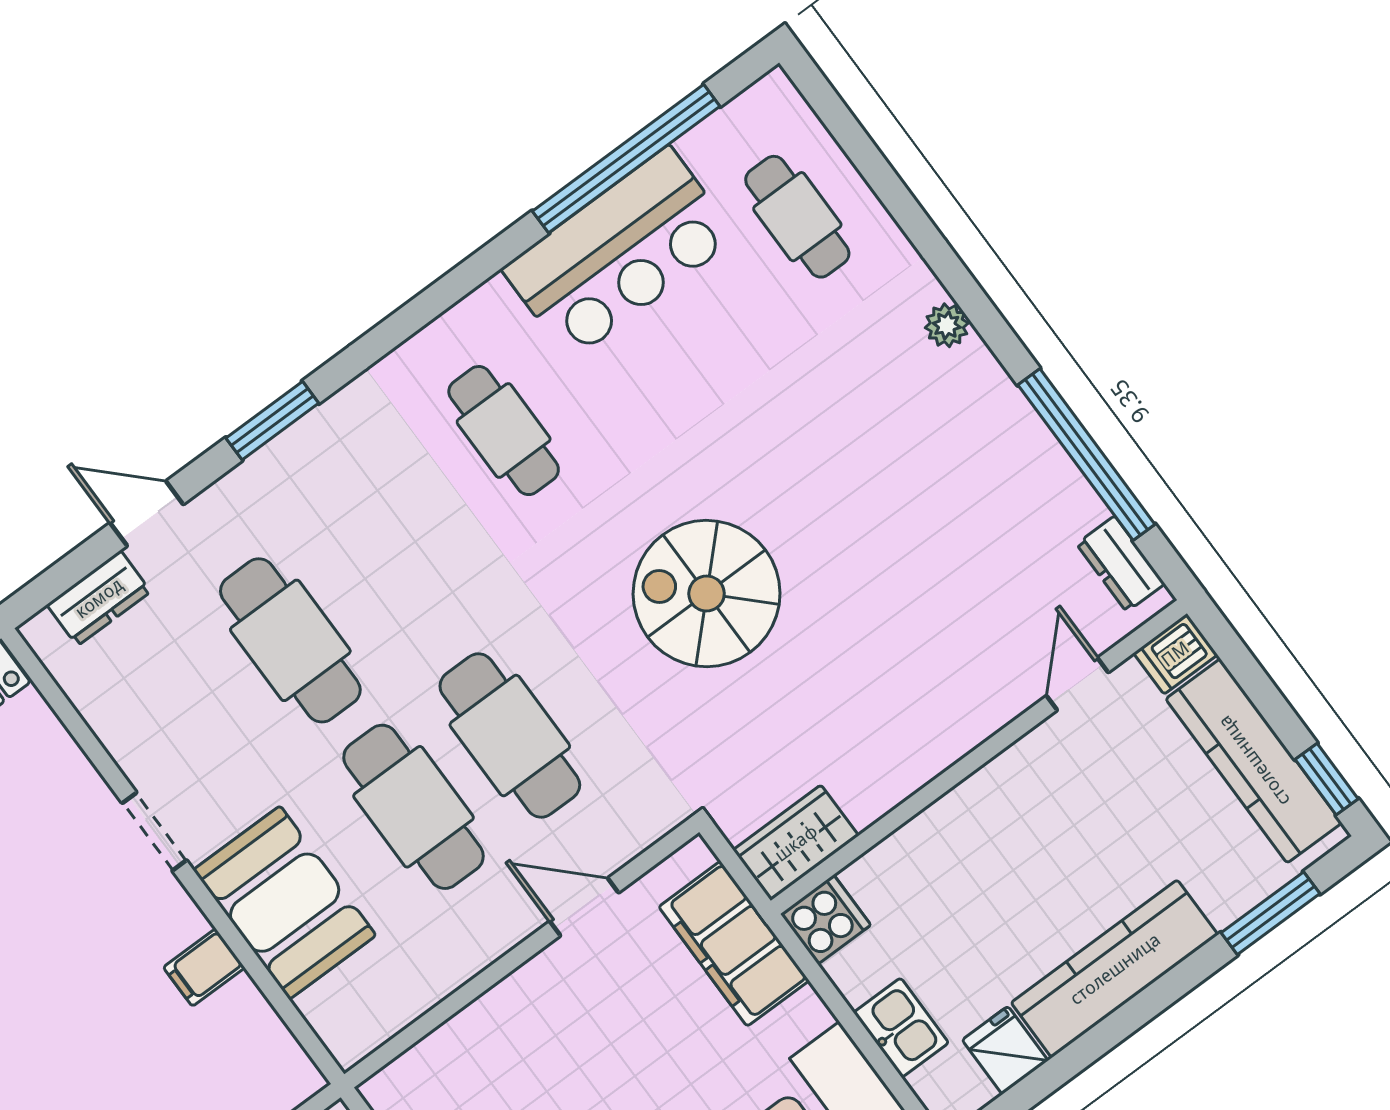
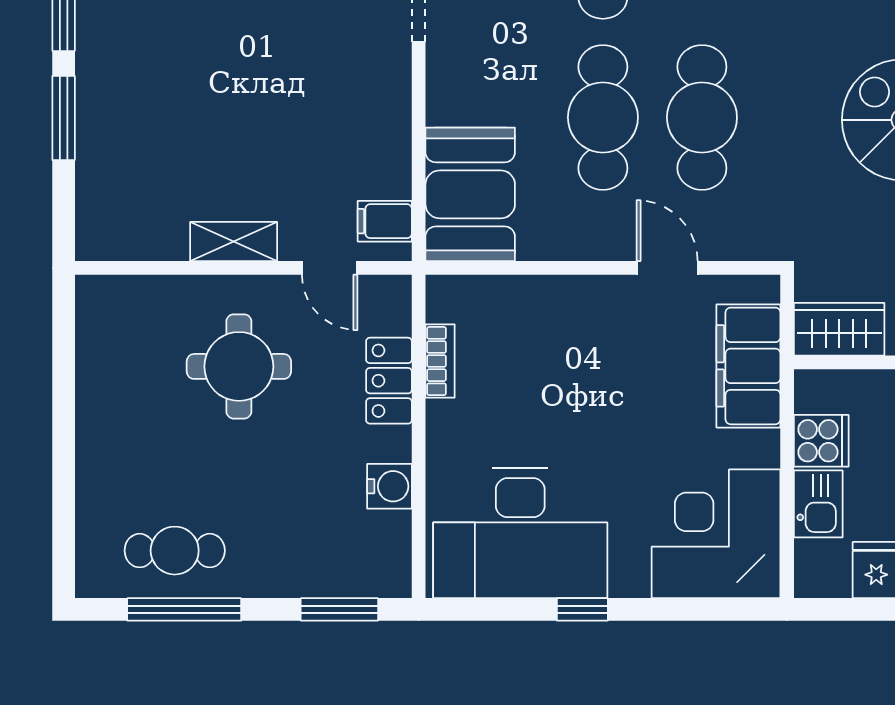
booth: (285, 903) -> (470, 194), moved
cooker: (826, 920) -> (821, 441), moved
filing cabinet: (204, 967) -> (385, 221), moved

